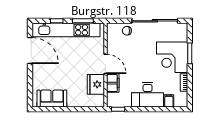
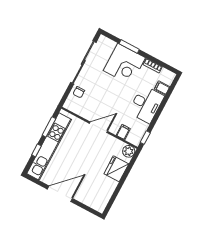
door: (30, 51) -> (60, 194), moved
filing cabinet: (113, 83) -> (123, 132), width x0.50
fridge: (96, 84) -> (116, 169), moved, turned 90
sofa: (52, 99) -> (104, 192), removed
plant: (99, 101) -> (129, 151), added

